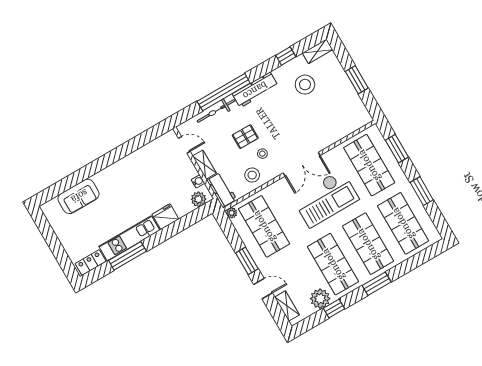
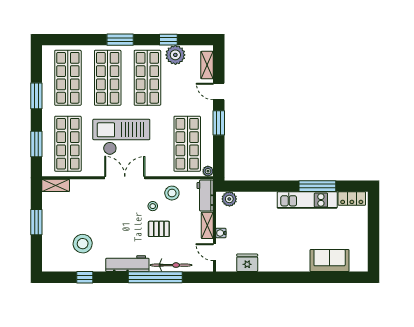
shelving: (318, 51) -> (56, 185), moved
water cooler: (198, 181) -> (221, 233), moved
fridge: (165, 217) -> (247, 263), moved, turned 180

